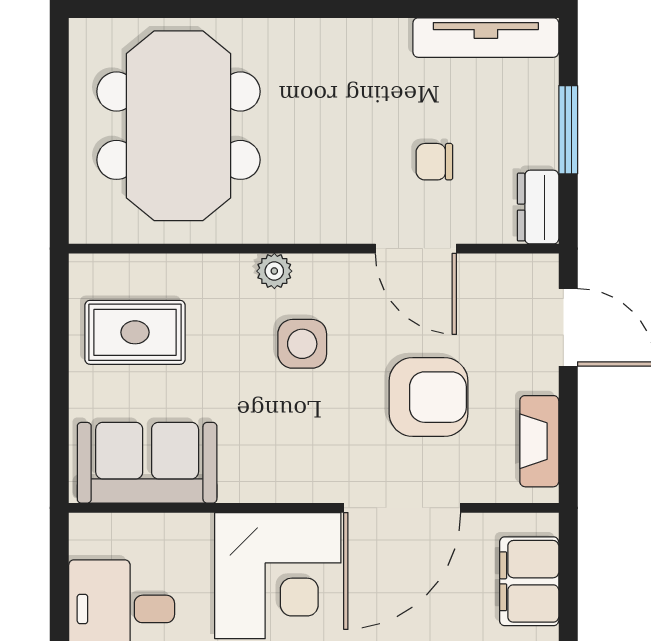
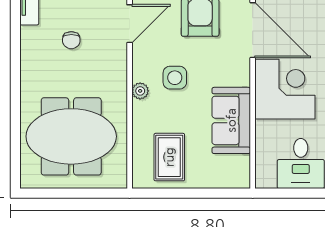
chair: (434, 162) -> (71, 40), moved
sofa: (147, 463) -> (231, 120), moved

